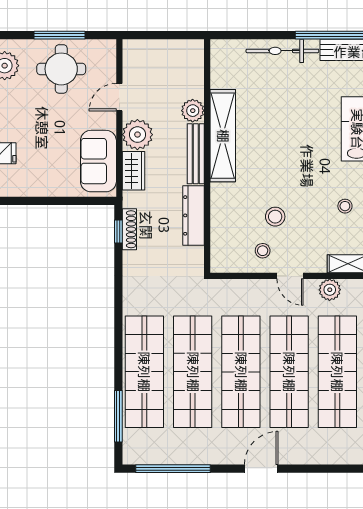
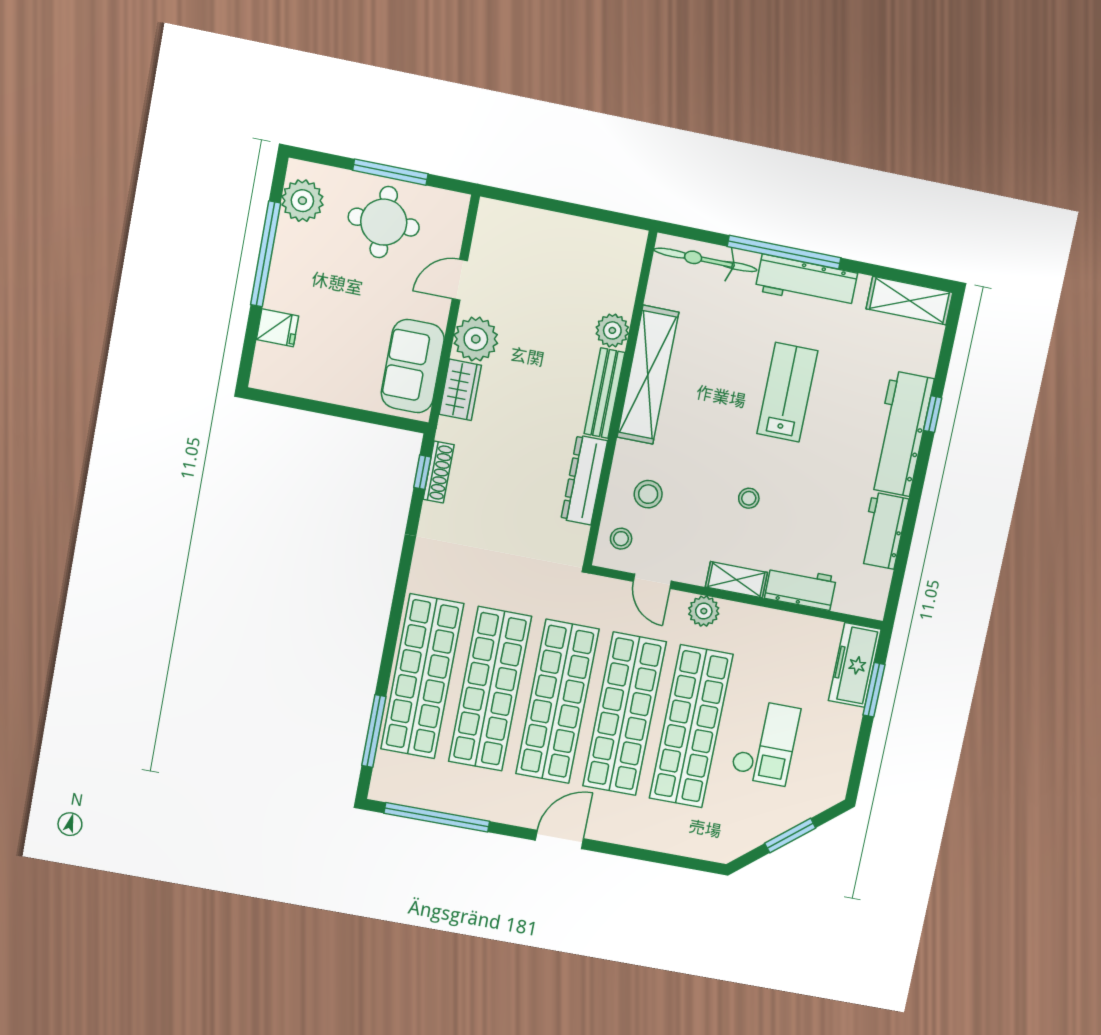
plant: (193, 111) -> (612, 330), moved
shelving: (223, 136) -> (648, 375), moved
bench: (196, 154) -> (604, 393), moved
wall: (207, 156) -> (620, 399), moved
dresser: (194, 215) -> (584, 480), moved

